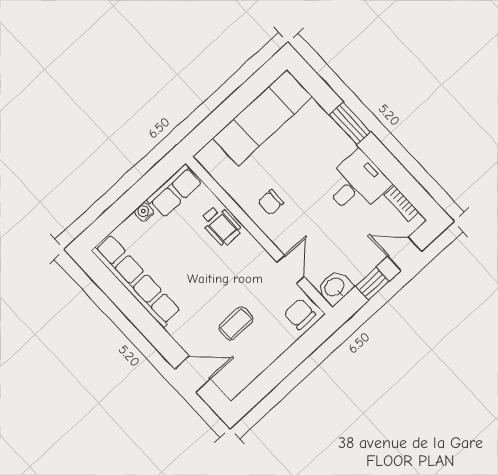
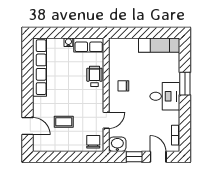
exam couch: (263, 118) -> (159, 45), width x0.73, depth x0.69
desk: (356, 184) -> (165, 96), moved
wheelchair: (221, 225) -> (94, 76), turned 180

